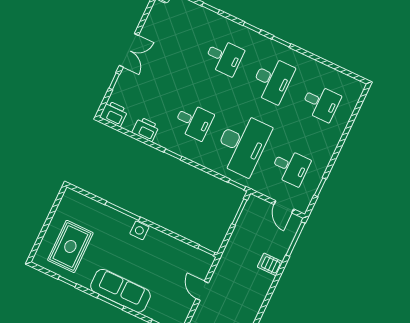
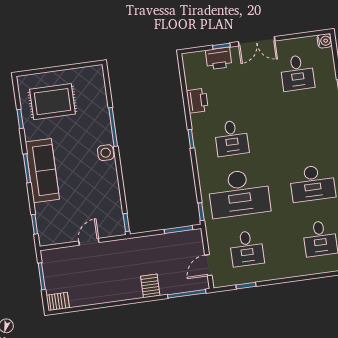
desk: (224, 57) -> (297, 73), moved
printer: (114, 114) -> (219, 58), moved, turned 90

